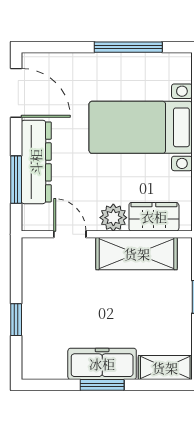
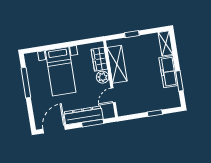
window: (102, 385) -> (179, 81), moved

